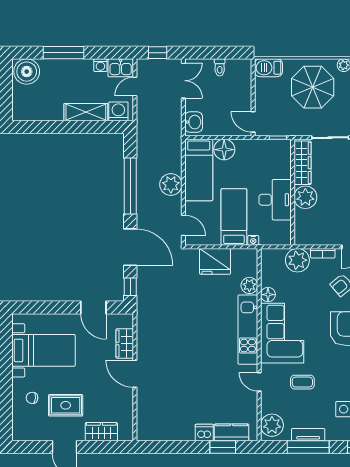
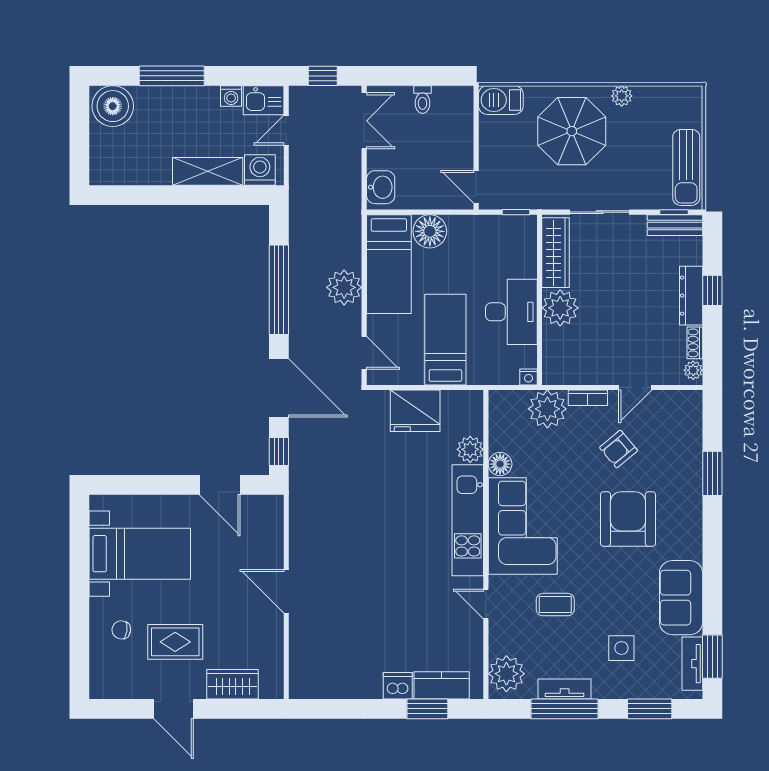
nightstand: (253, 240) -> (529, 377), moved
wardrobe: (125, 344) -> (270, 543), removed

